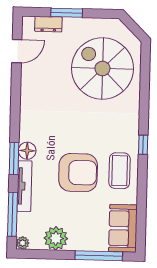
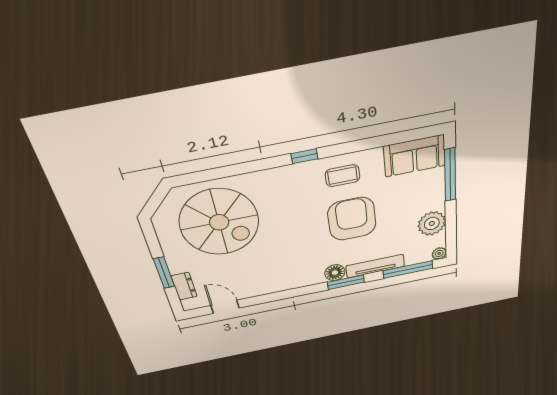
spiral stairs: (102, 68) -> (219, 222), turned -90
coffee table: (120, 171) -> (343, 176), width x0.73, depth x0.77

